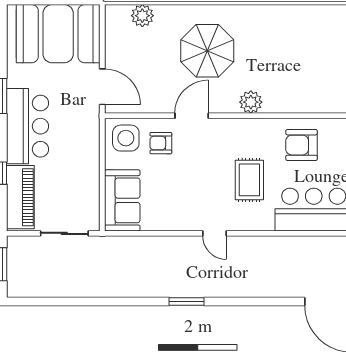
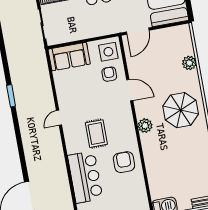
plant: (142, 16) -> (189, 63), moved
parasol: (207, 51) -> (181, 110), moved
rug: (249, 180) -> (96, 134), turned 90
window: (186, 302) -> (11, 96), moved

